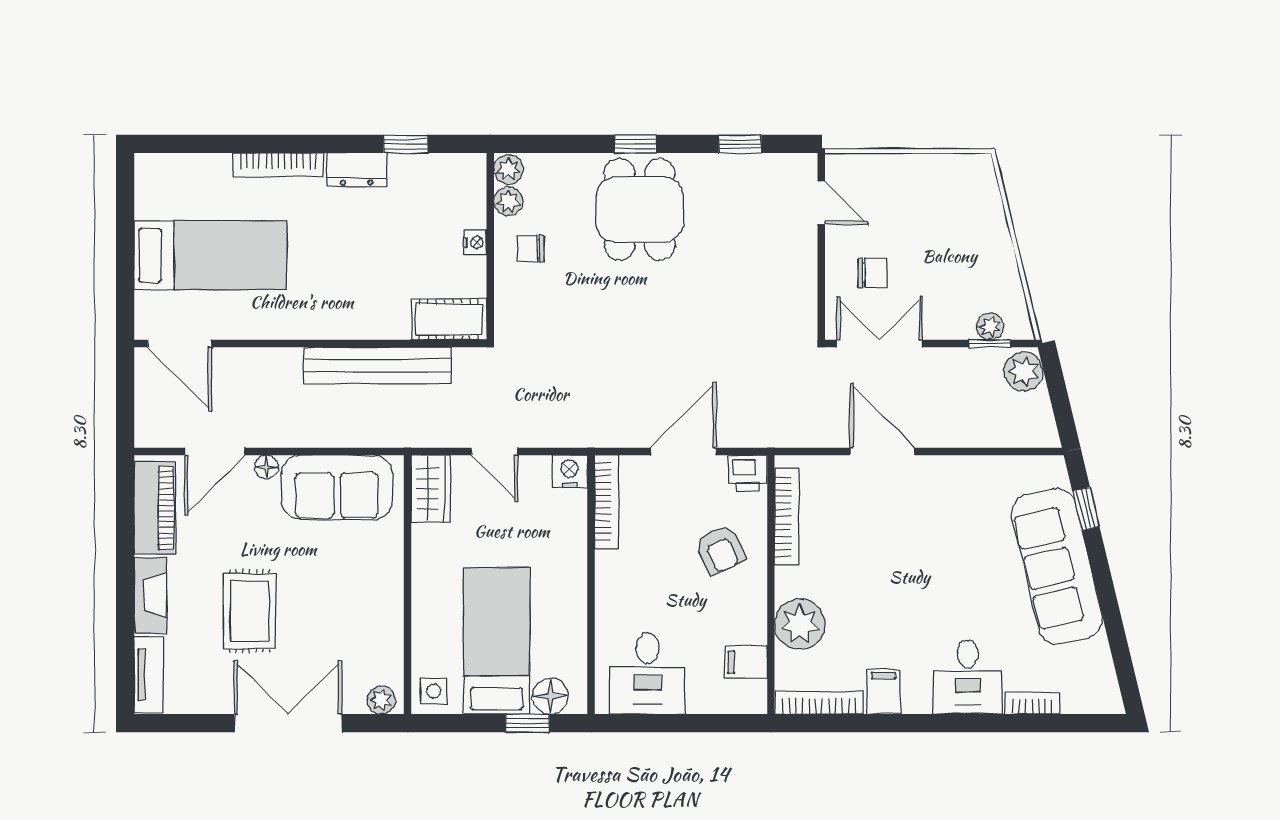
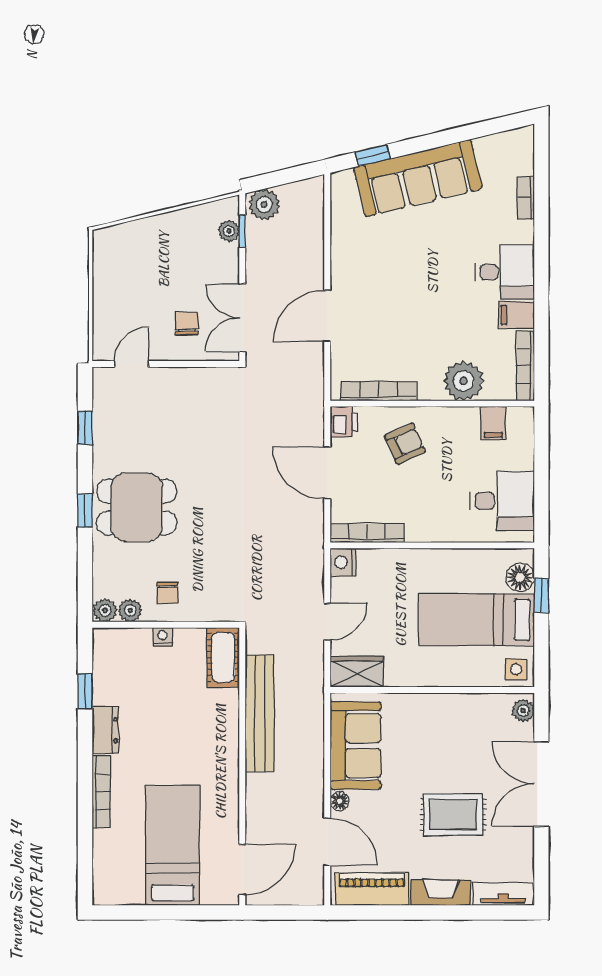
desk: (968, 677) -> (505, 272), moved

